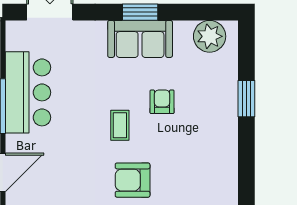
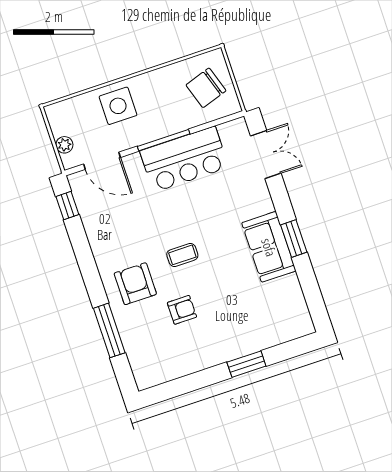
plant: (210, 36) -> (293, 311), removed
armchair: (162, 102) -> (182, 310), moved

